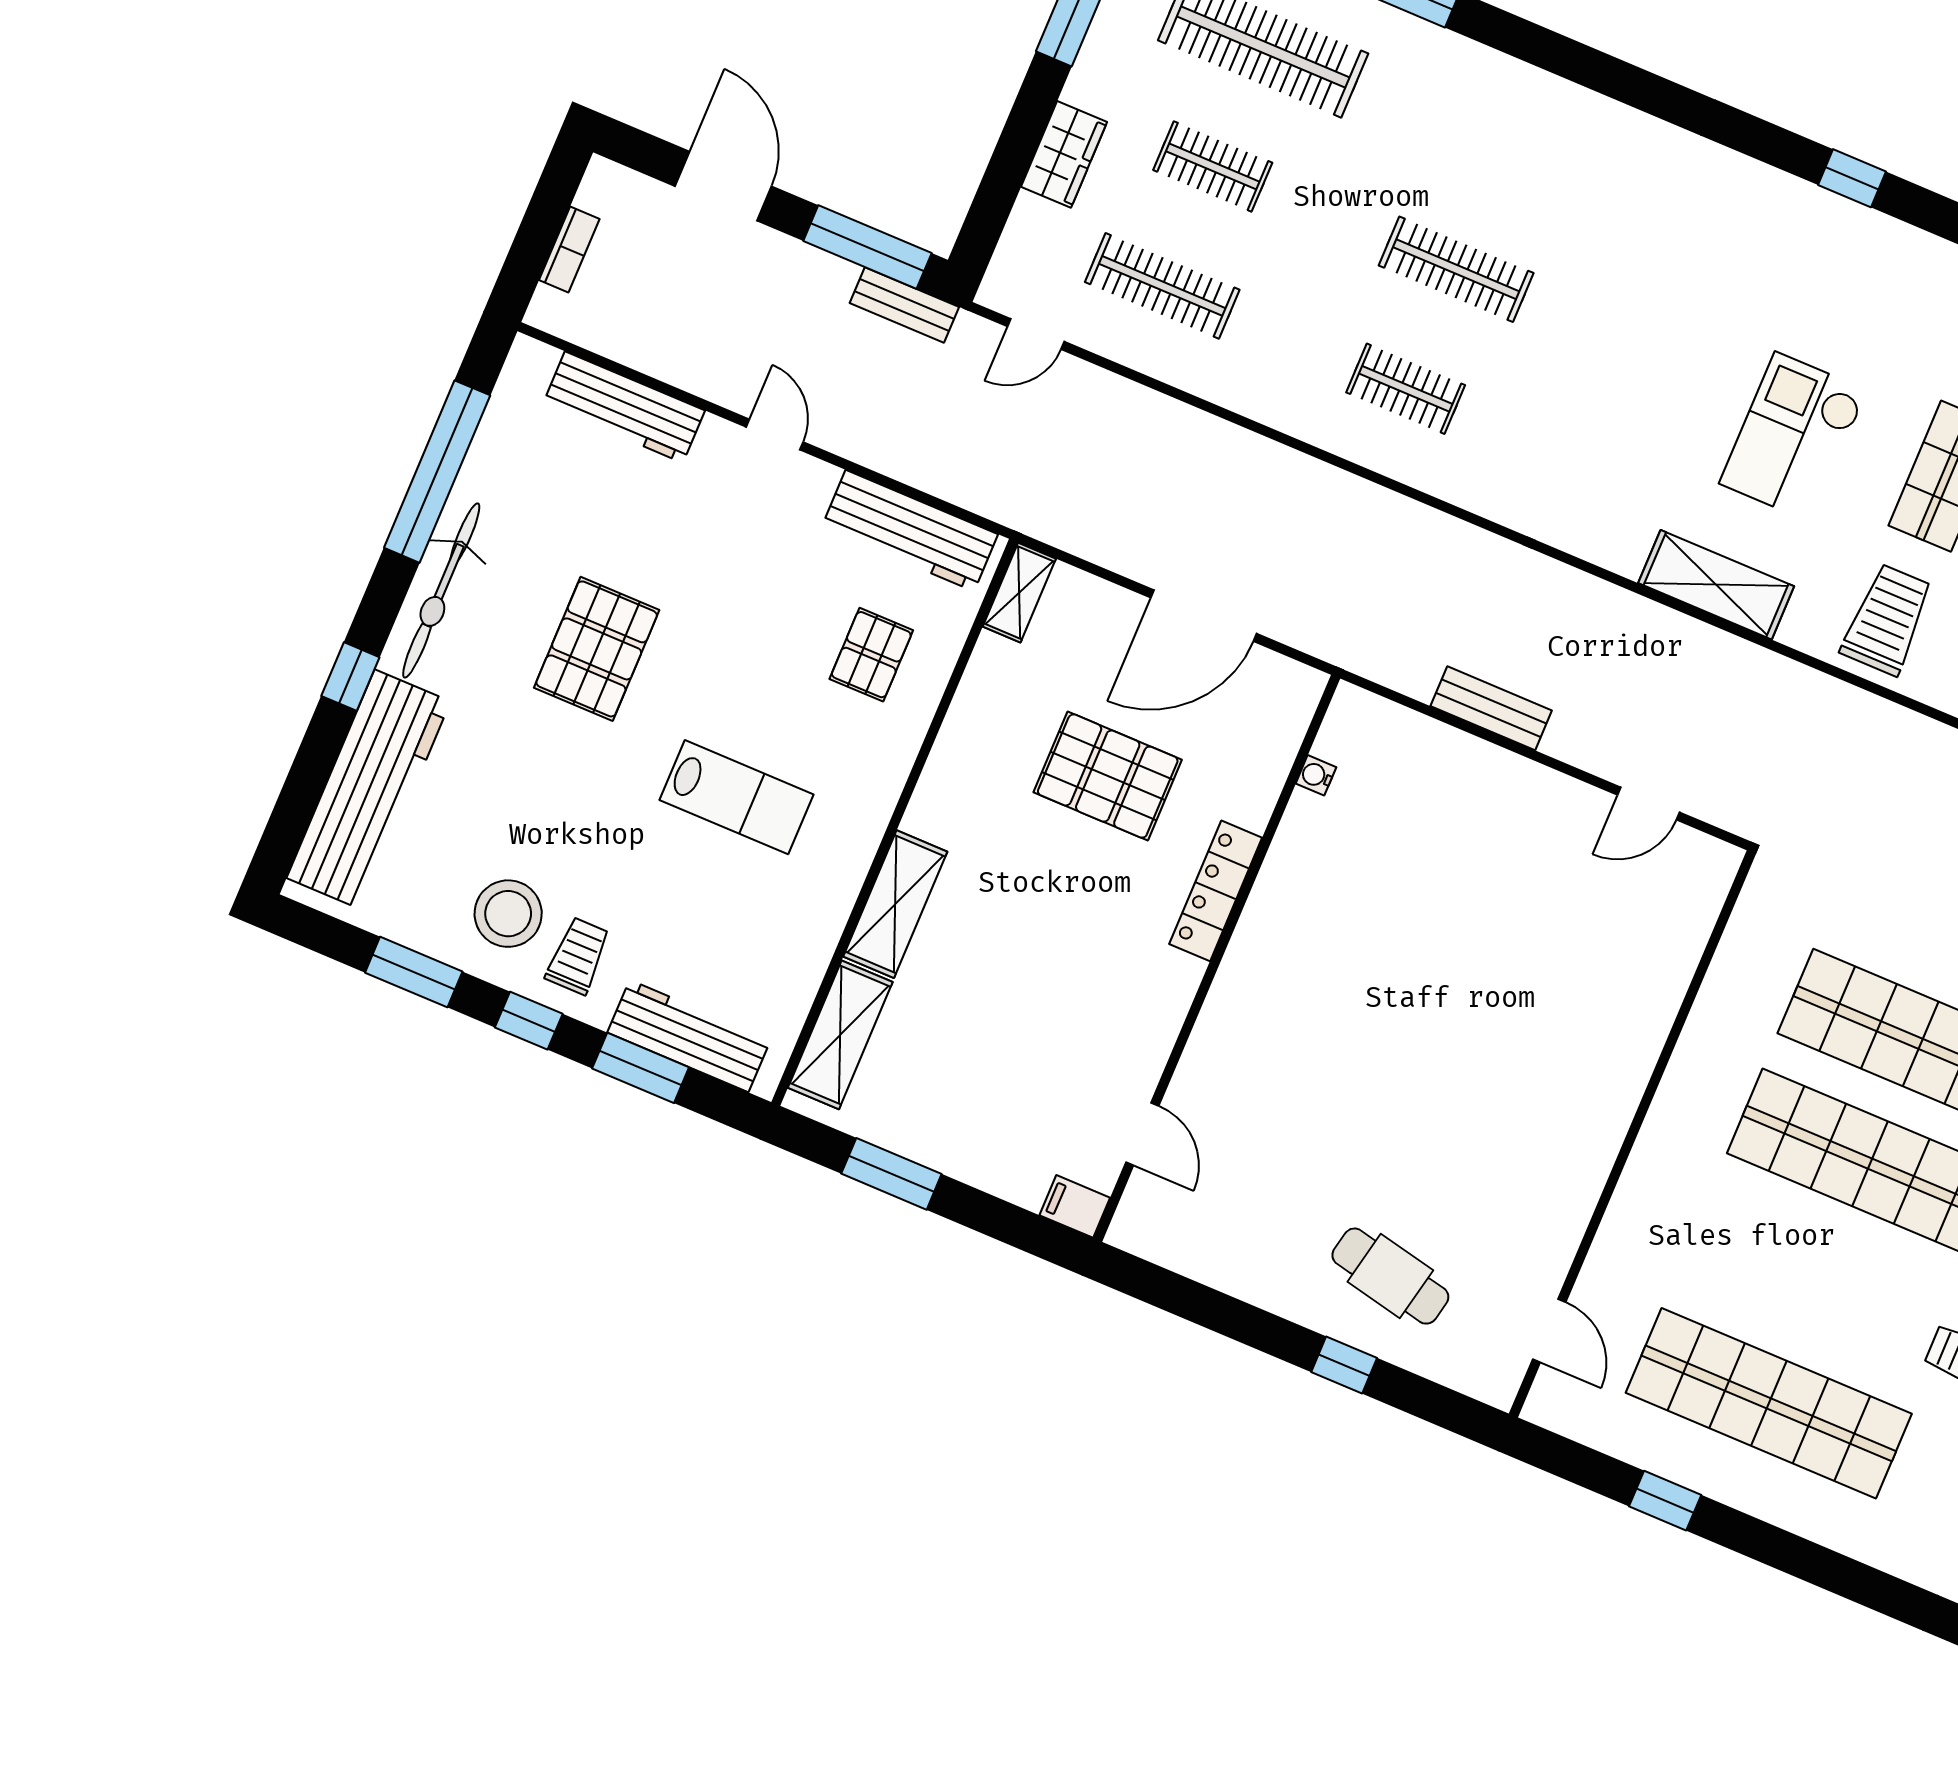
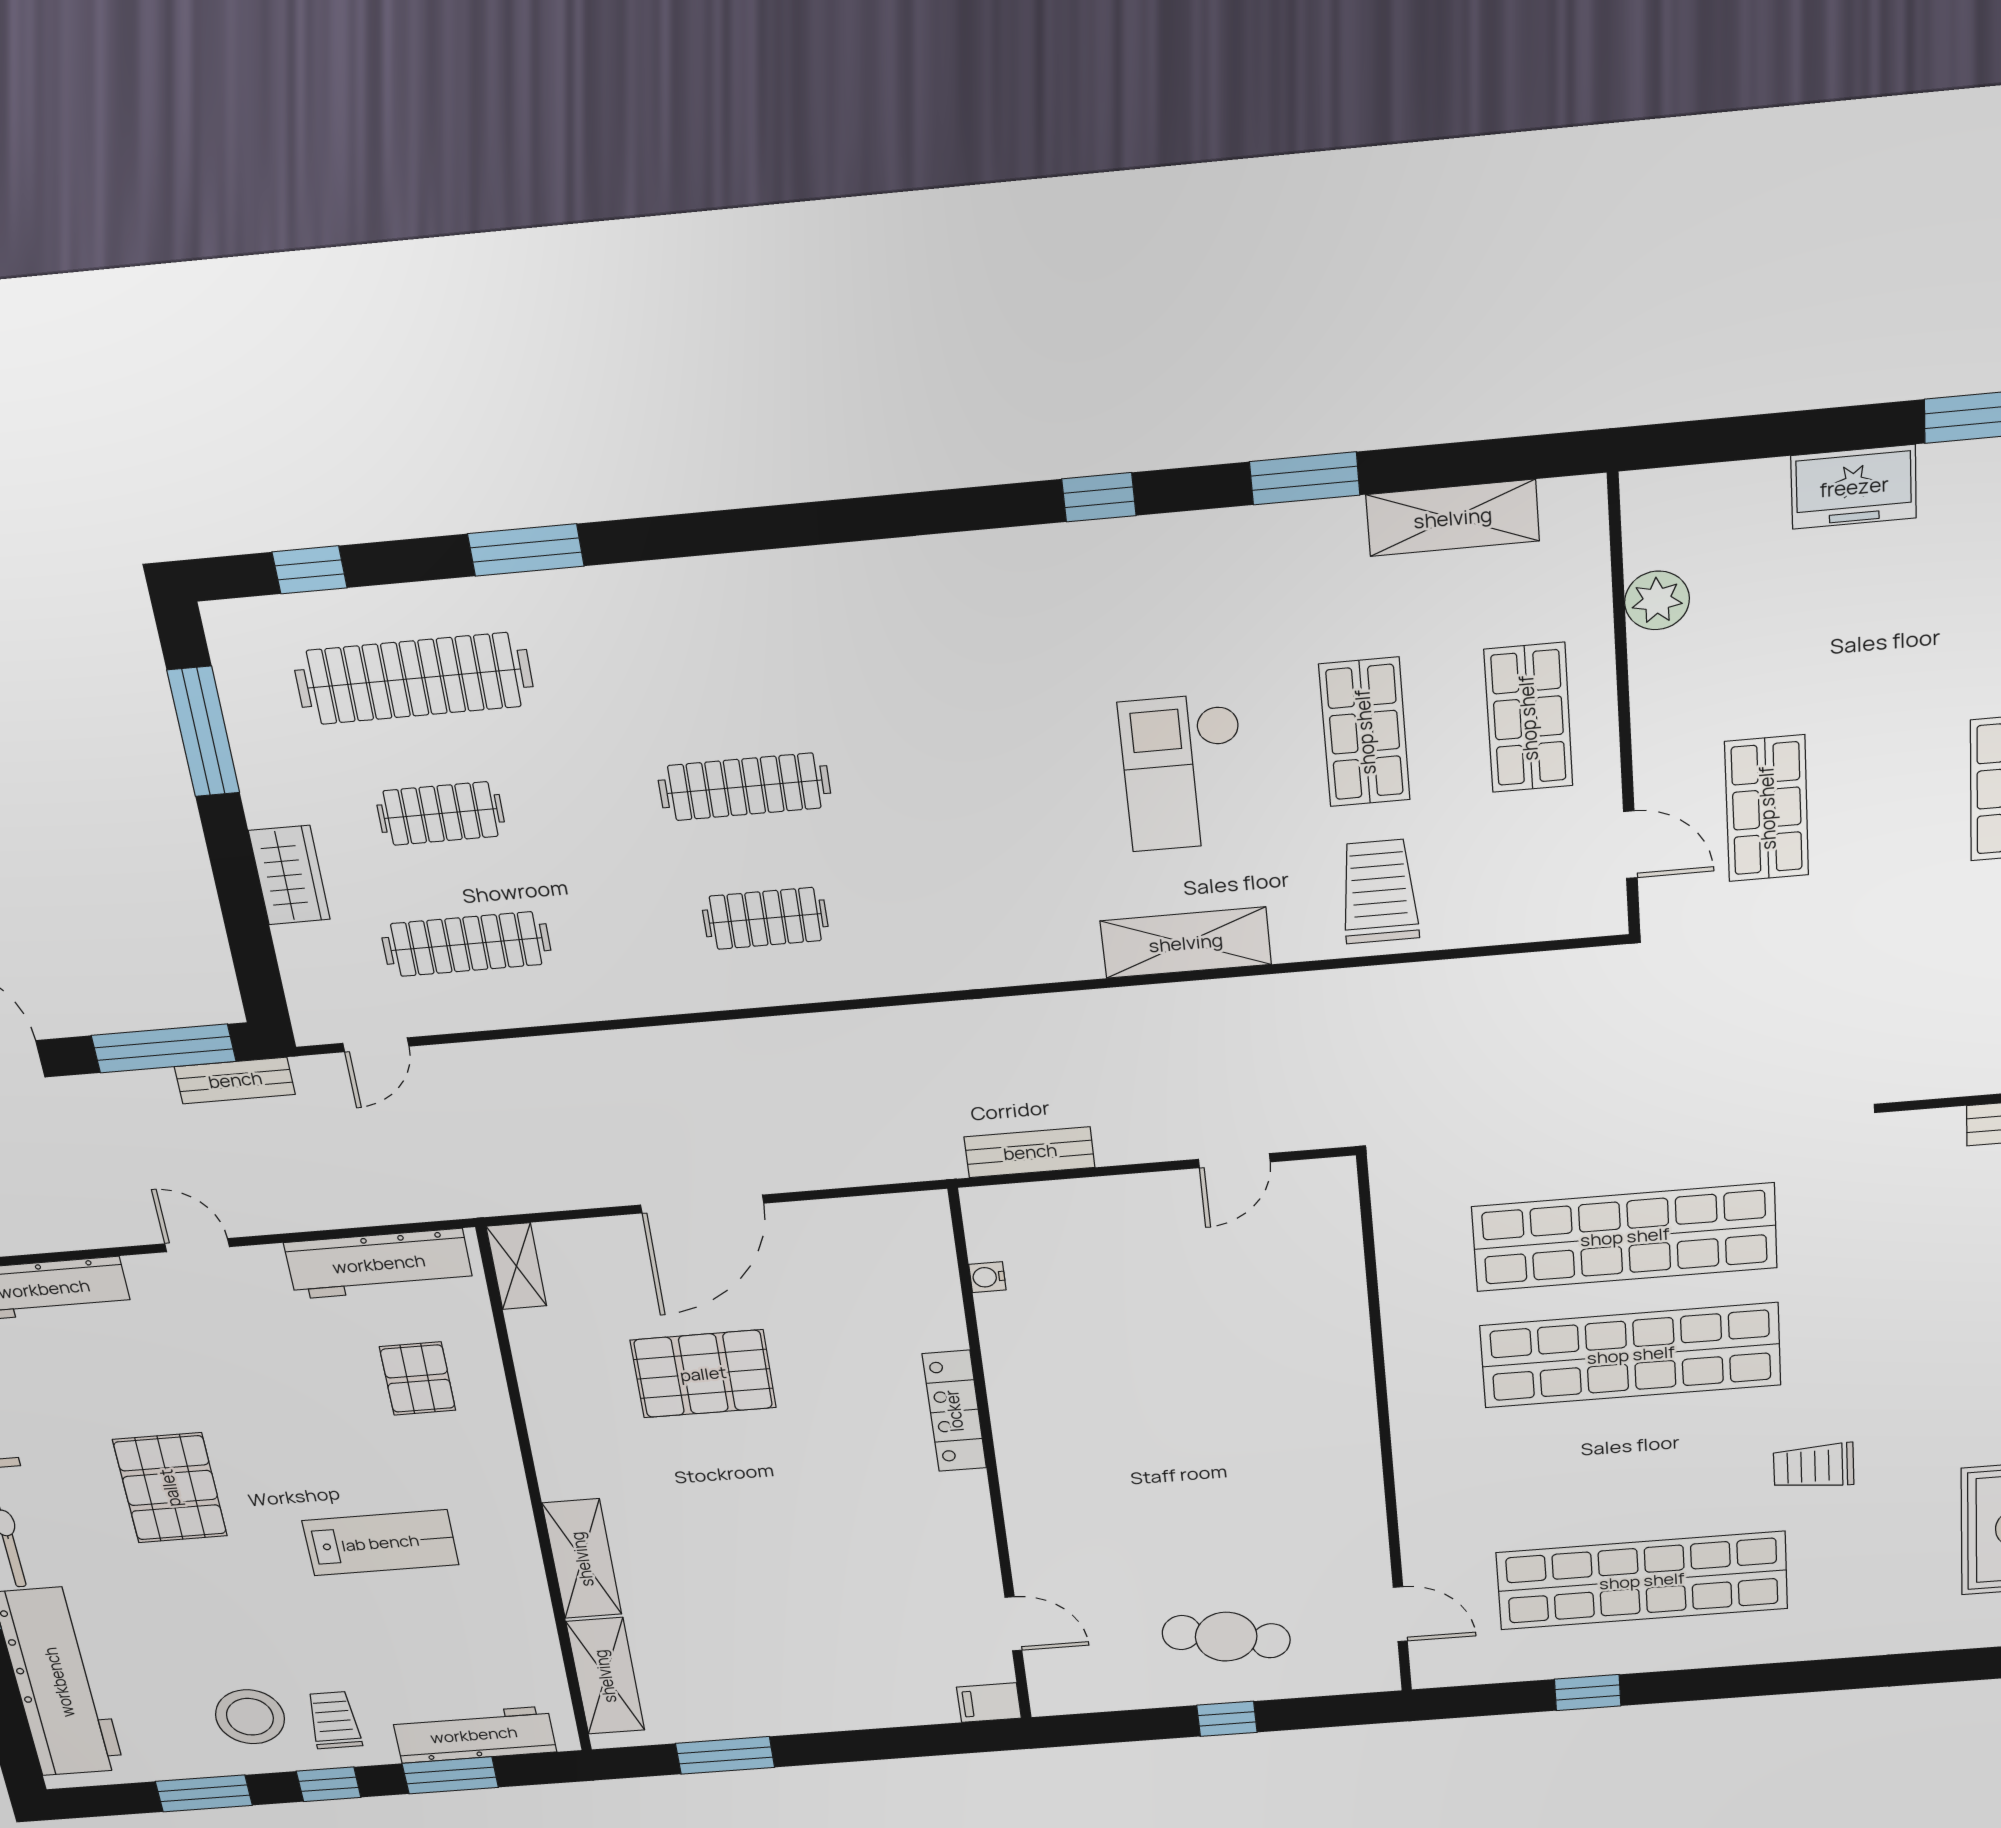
water cooler: (1316, 775) -> (987, 1277), moved
locker: (1216, 891) -> (954, 1411), moved
wall: (1217, 958) -> (991, 1463), moved
door: (1142, 1134) -> (1013, 1624), moved
filing cabinet: (1075, 1206) -> (989, 1703), moved

